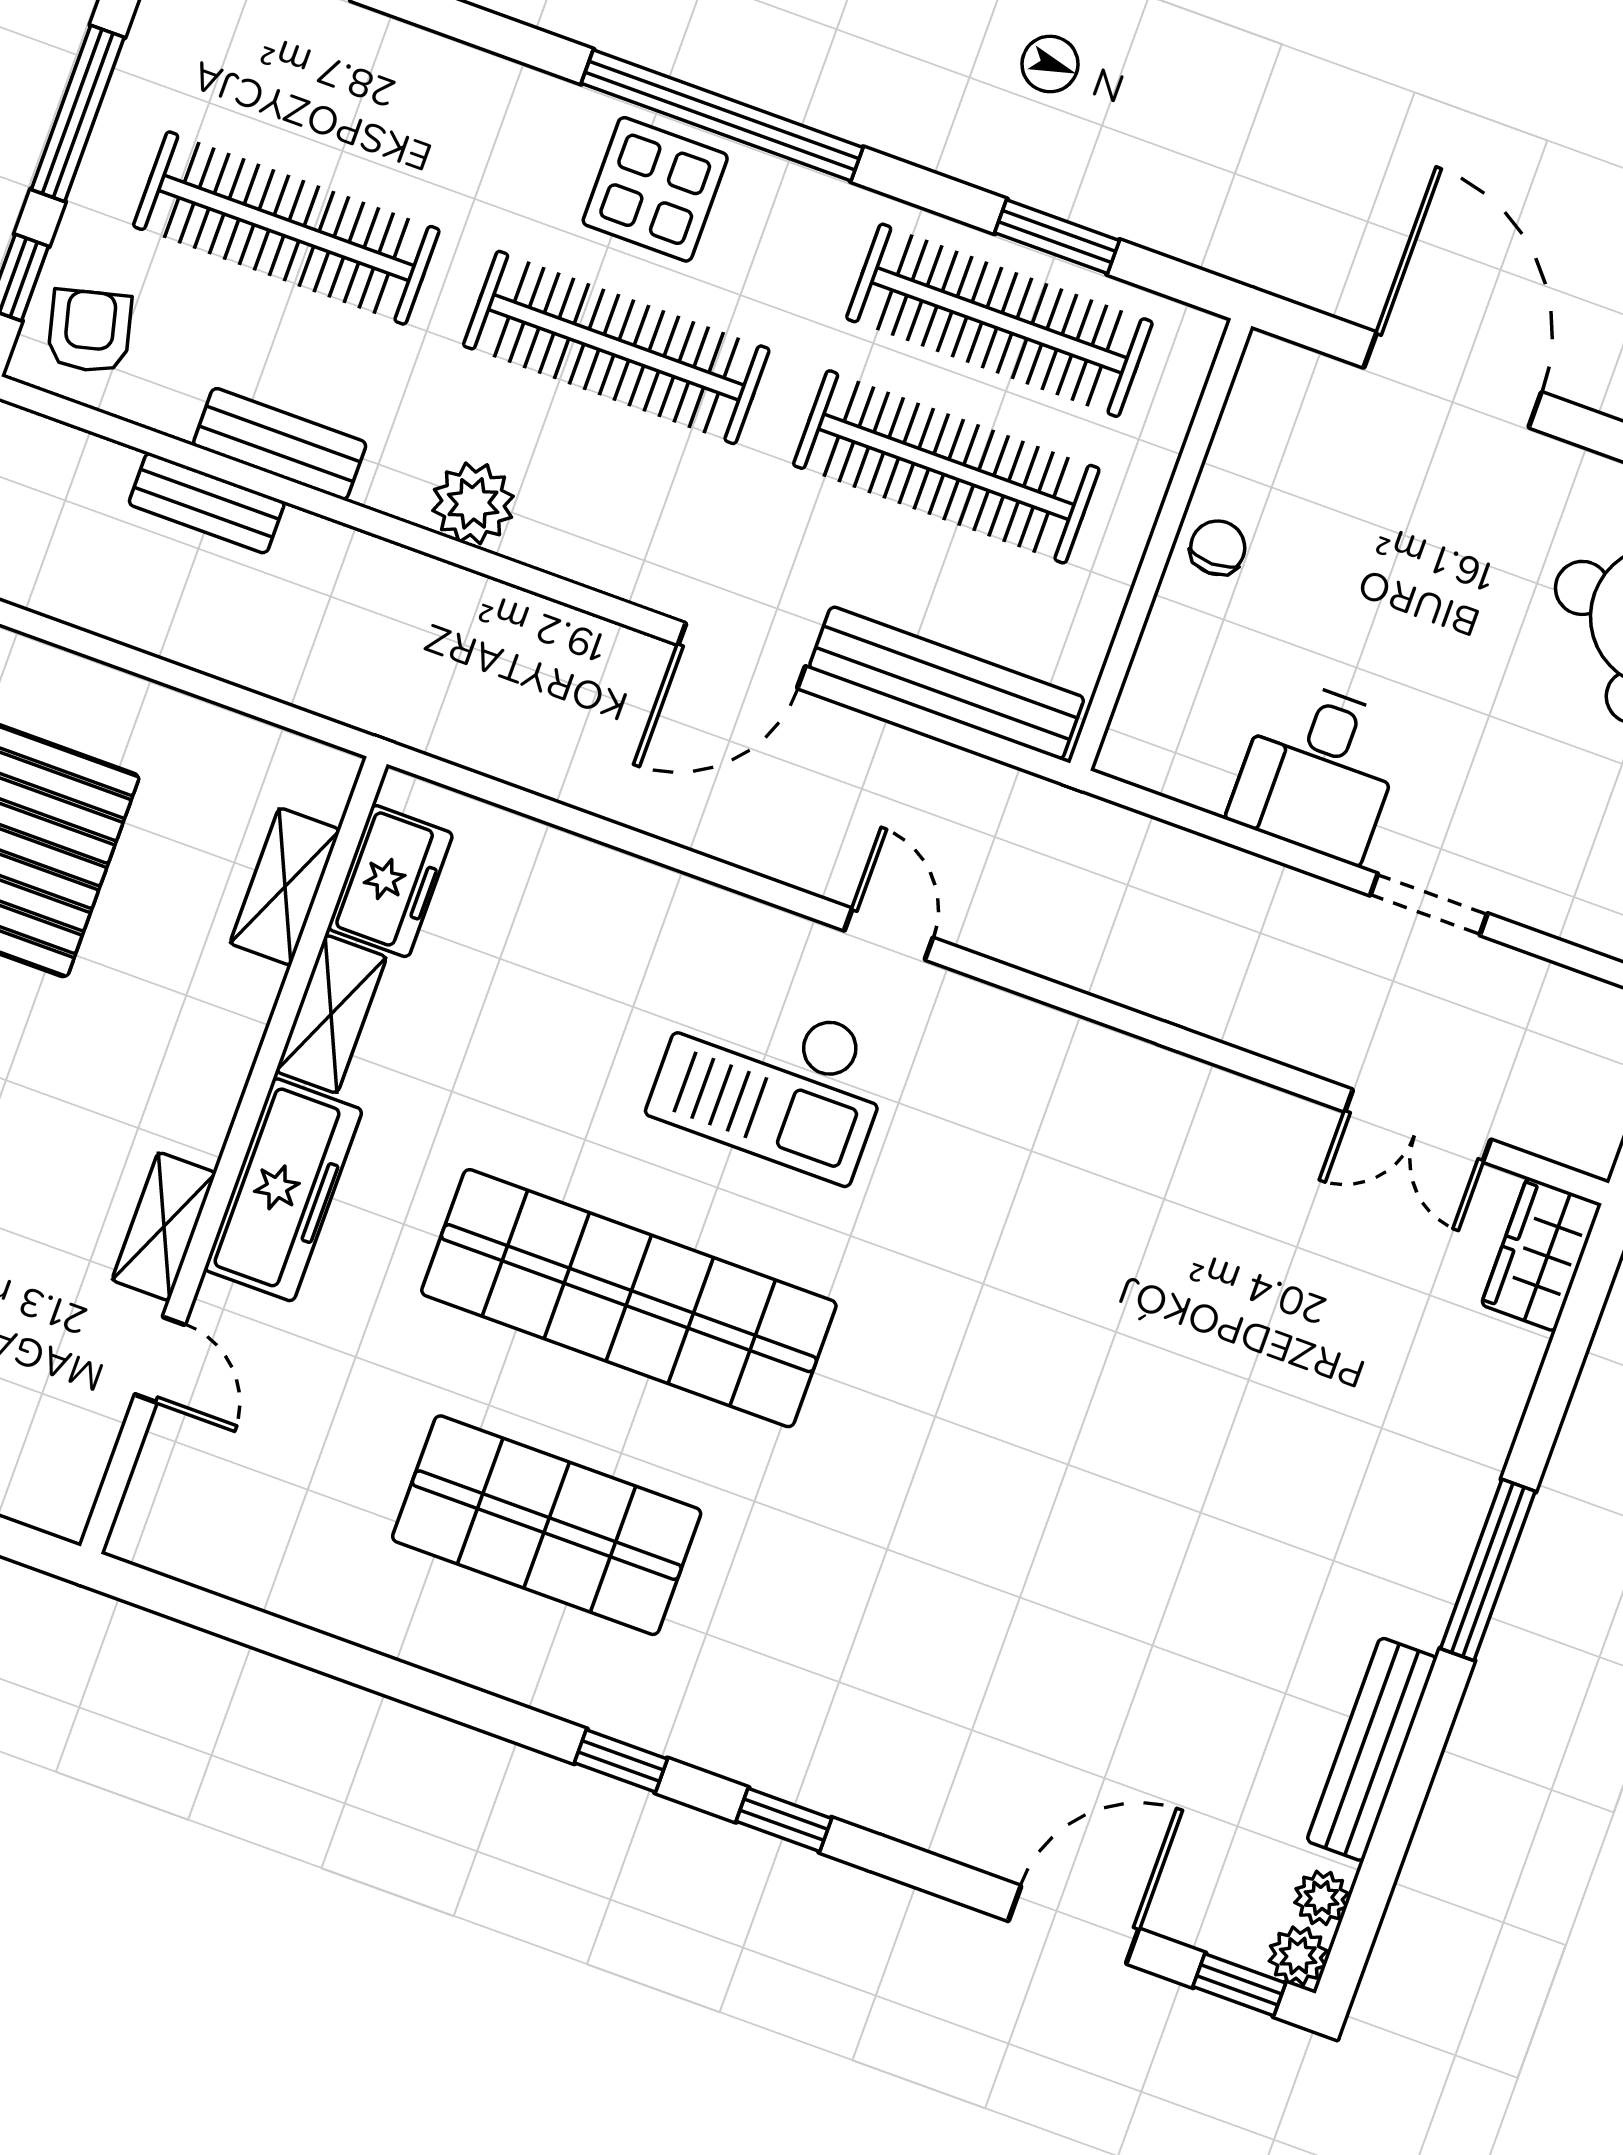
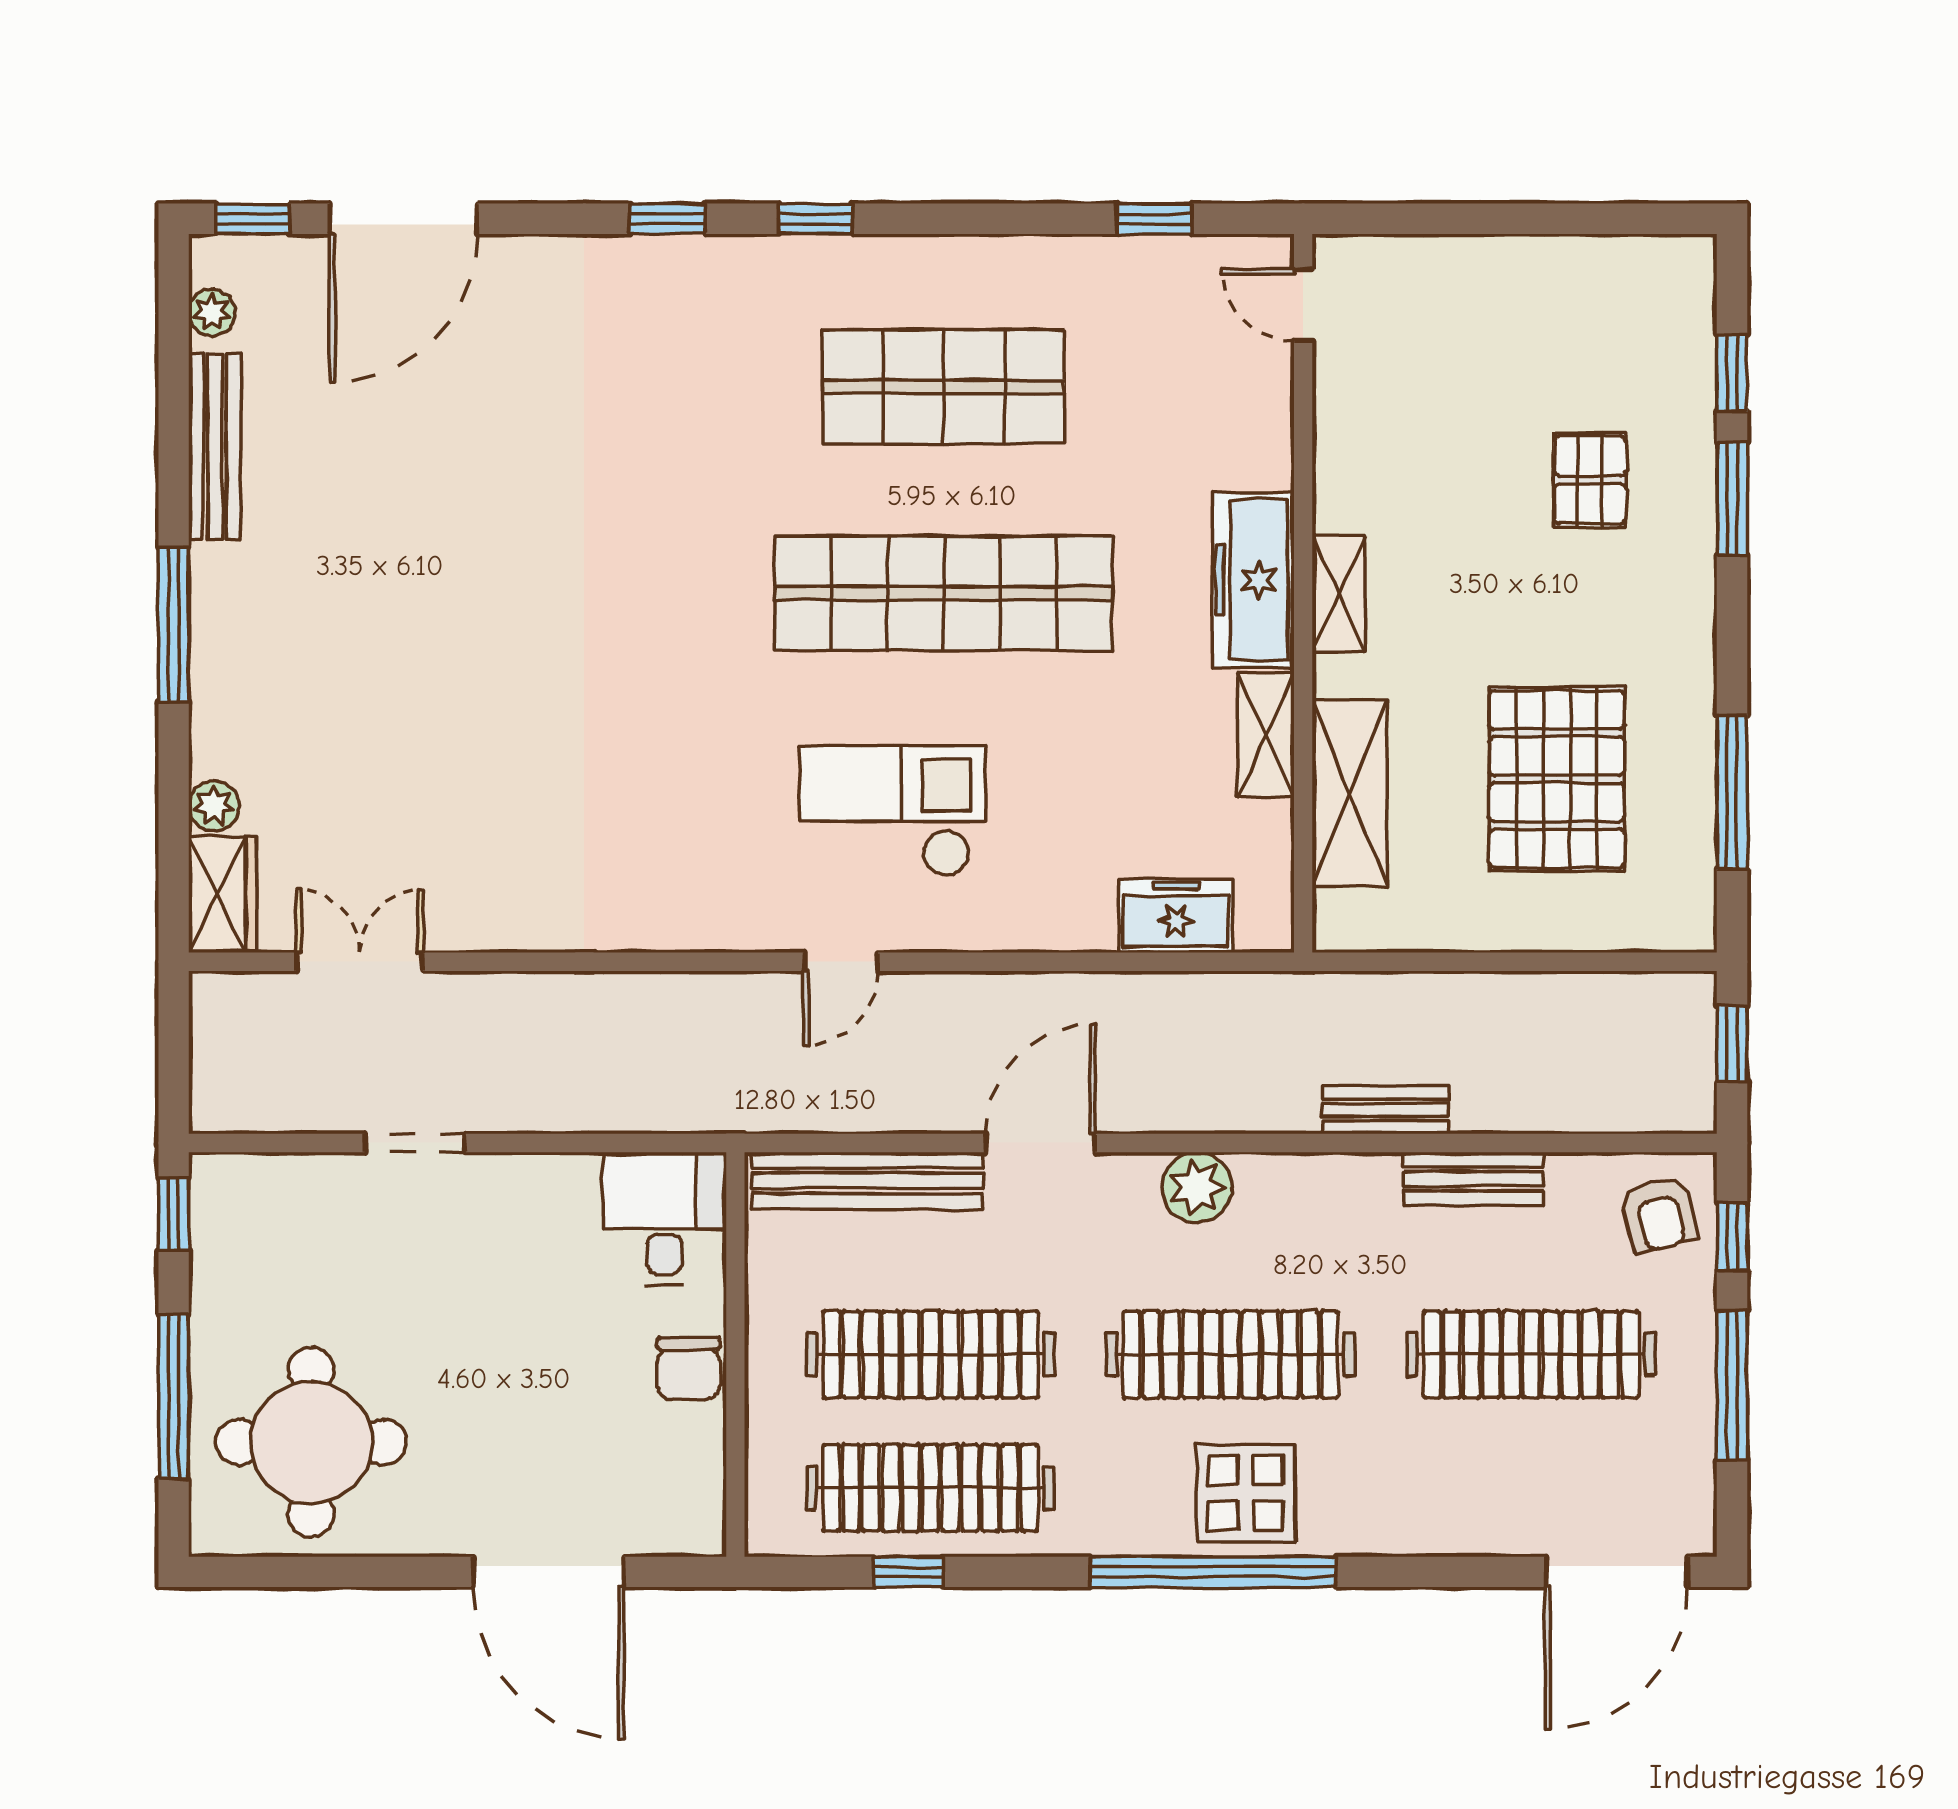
window: (1057, 237) -> (908, 1572), width x0.67
bench: (207, 503) -> (1386, 1110), moved
plant: (473, 503) -> (1197, 1187), moved
chair: (1218, 548) -> (689, 1368), width x1.37, depth x1.37
desk: (1318, 771) -> (664, 1218), moved
freezer: (390, 881) -> (1176, 916), moved, turned 90
shelving: (285, 887) -> (1350, 793), width x1.50, depth x1.33
door: (889, 934) -> (841, 962), hinge flipped
shelving: (164, 1227) -> (1339, 594), moved
door: (160, 1360) -> (1303, 305), moved
window: (248, 1626) -> (1154, 219), added
door: (1074, 1925) -> (404, 219), width x1.36
plant: (1298, 1956) -> (214, 806), moved

